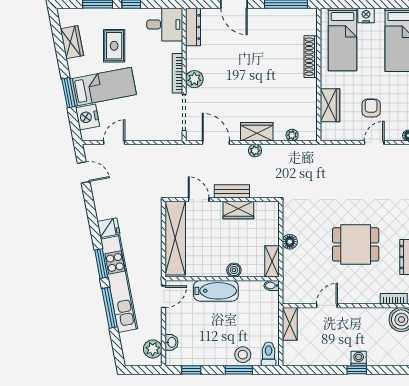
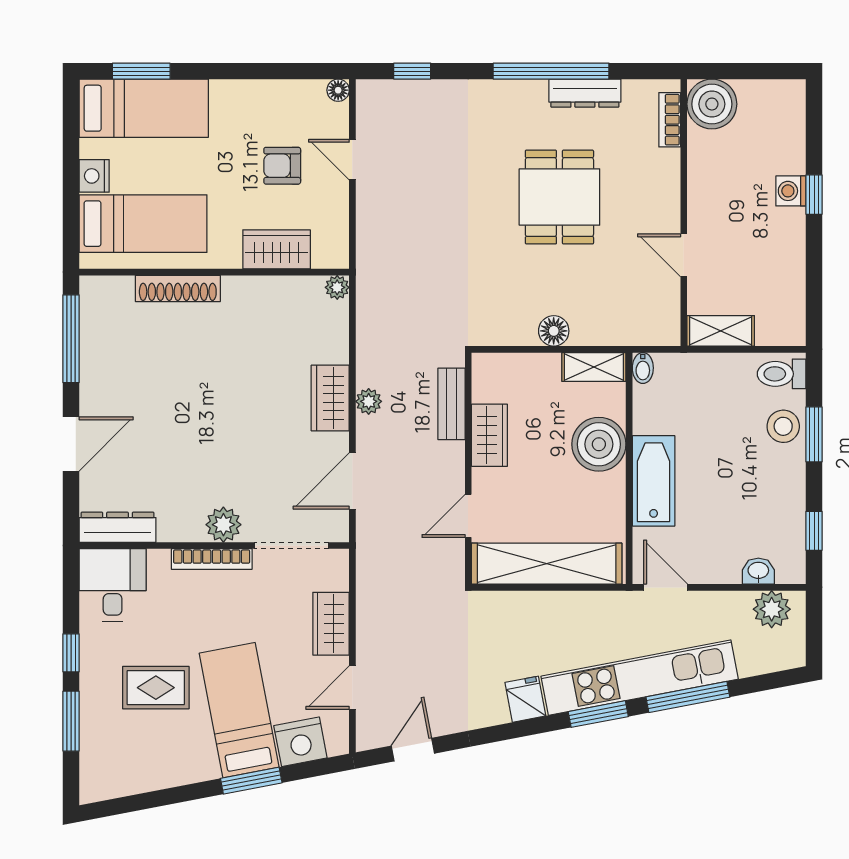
wardrobe: (72, 42) -> (331, 624), moved, turned -79
plant: (292, 135) -> (337, 287), moved
door: (114, 143) -> (352, 688), hinge flipped
bench: (232, 191) -> (451, 404), moved
boiler: (234, 270) -> (599, 444), width x1.86, depth x1.86

